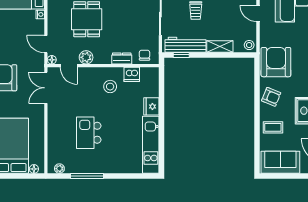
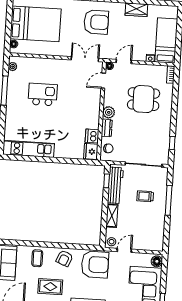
door: (258, 13) -> (124, 250), moved
plant: (86, 57) -> (109, 112), moved
stool: (110, 87) -> (83, 116), removed
fridge: (151, 106) -> (91, 151), moved, turned -90

